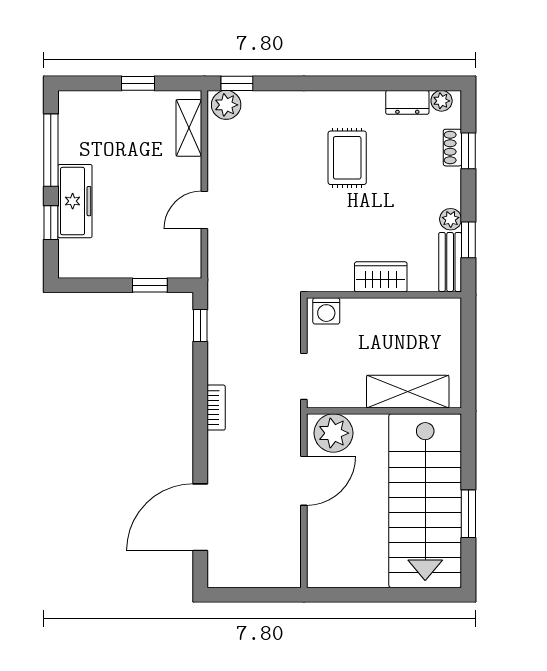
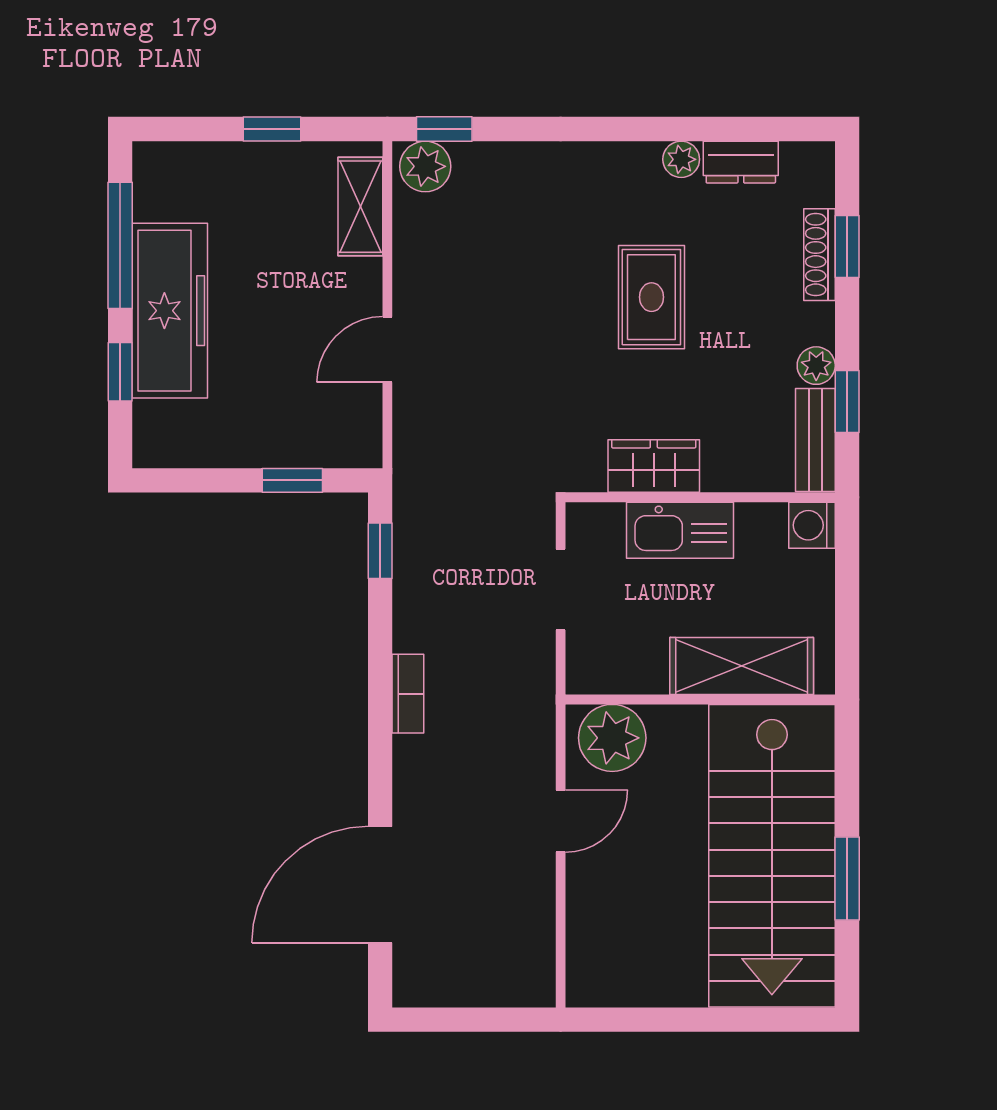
plant: (442, 101) -> (681, 159), moved
shoe rack: (452, 148) -> (819, 255), width x1.43
rug: (347, 158) -> (651, 297), moved
freezer: (75, 201) -> (170, 311), width x1.36, depth x1.26
wardrobe: (381, 277) -> (654, 466), moved
washing machine: (326, 311) -> (812, 525), moved, turned 90
kitchen sink: (372, 314) -> (680, 530), added
doorway: (304, 376) -> (561, 589), moved
door: (304, 481) -> (561, 821), width x0.73

